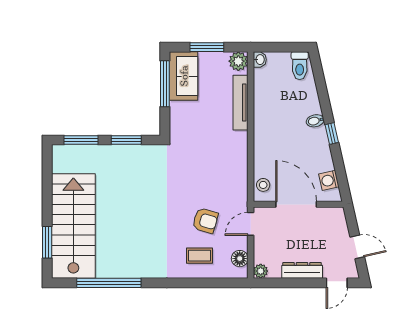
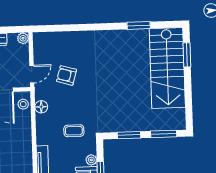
plant: (177, 109) -> (91, 160), added
coffee table: (199, 256) -> (74, 131), moved
floor lamp: (240, 259) -> (41, 107), moved
window: (109, 283) -> (139, 25), width x0.47

